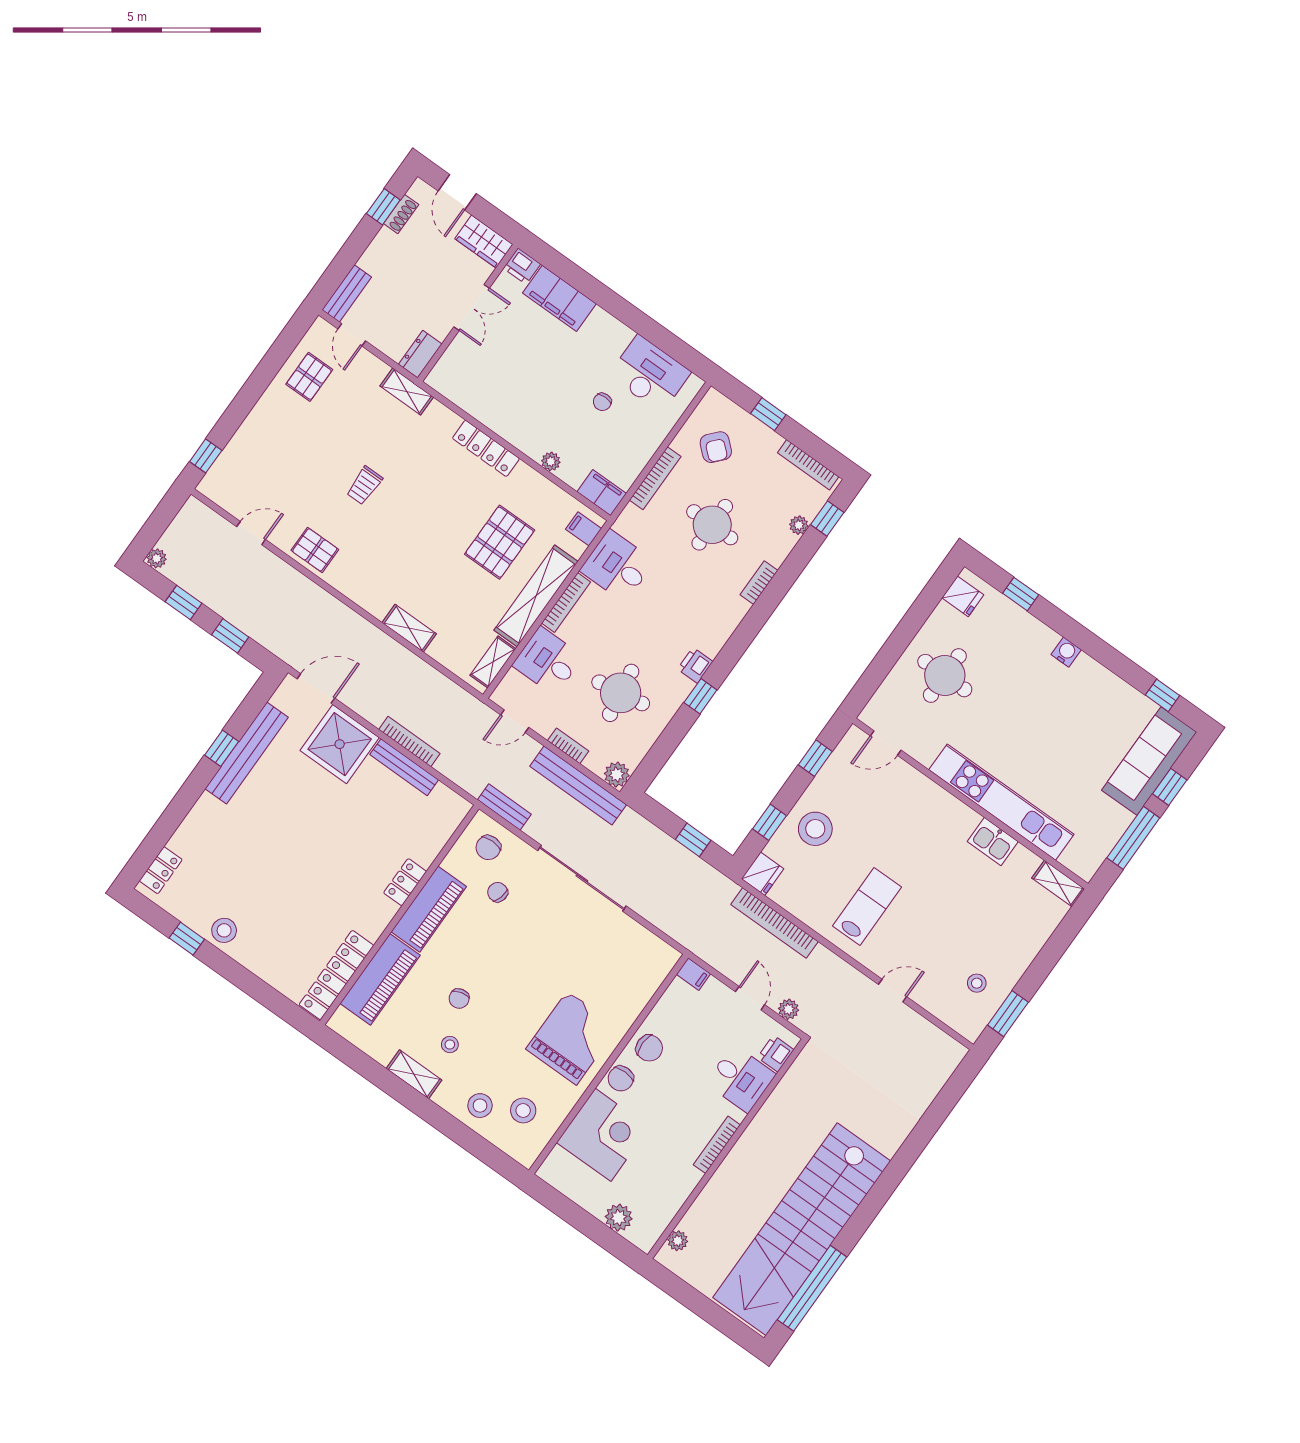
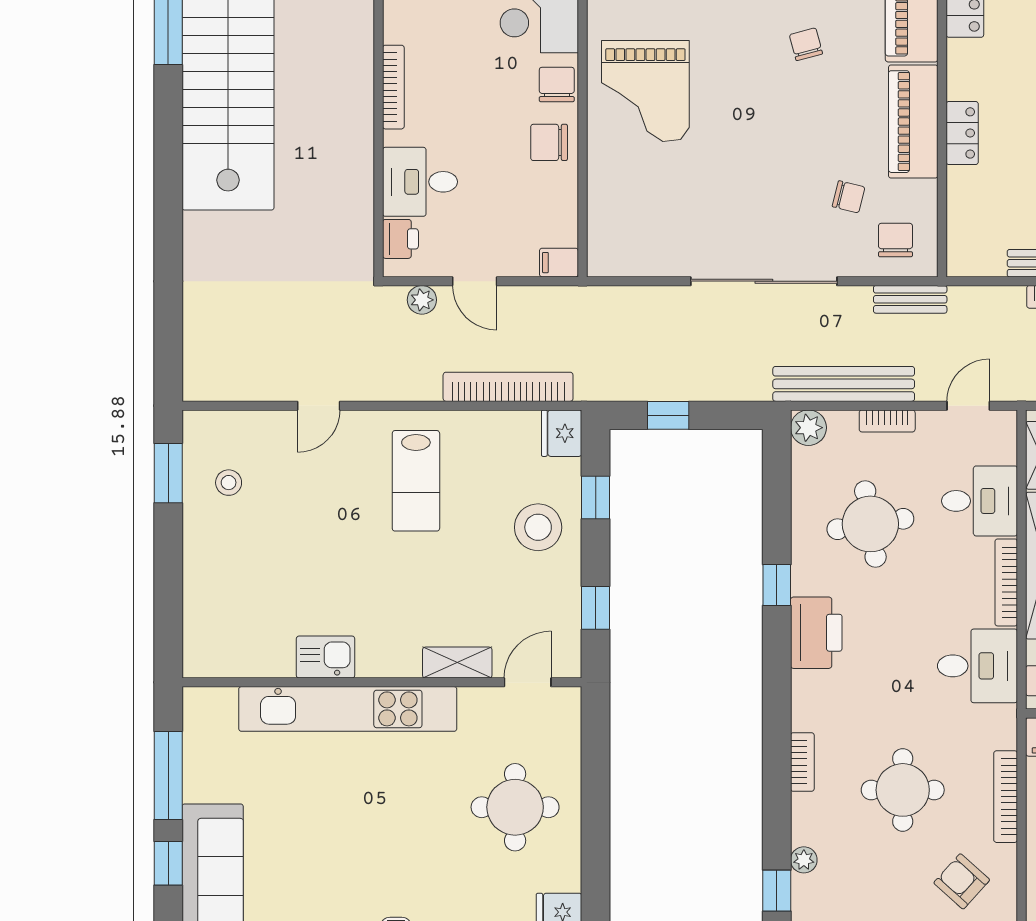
printer: (695, 665) -> (816, 633), width x1.87, depth x1.48
shelving: (1058, 883) -> (457, 663), moved

